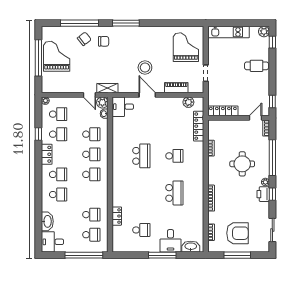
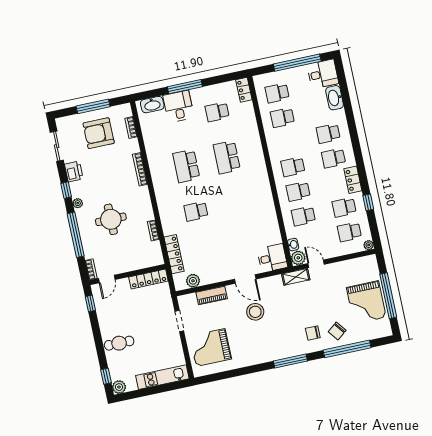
grand piano: (186, 47) -> (210, 347), turned 90
school desk: (141, 156) -> (227, 157), moved
printer: (263, 194) -> (74, 171), moved
locker: (117, 216) -> (244, 90), moved
window: (84, 255) -> (297, 63), moved

